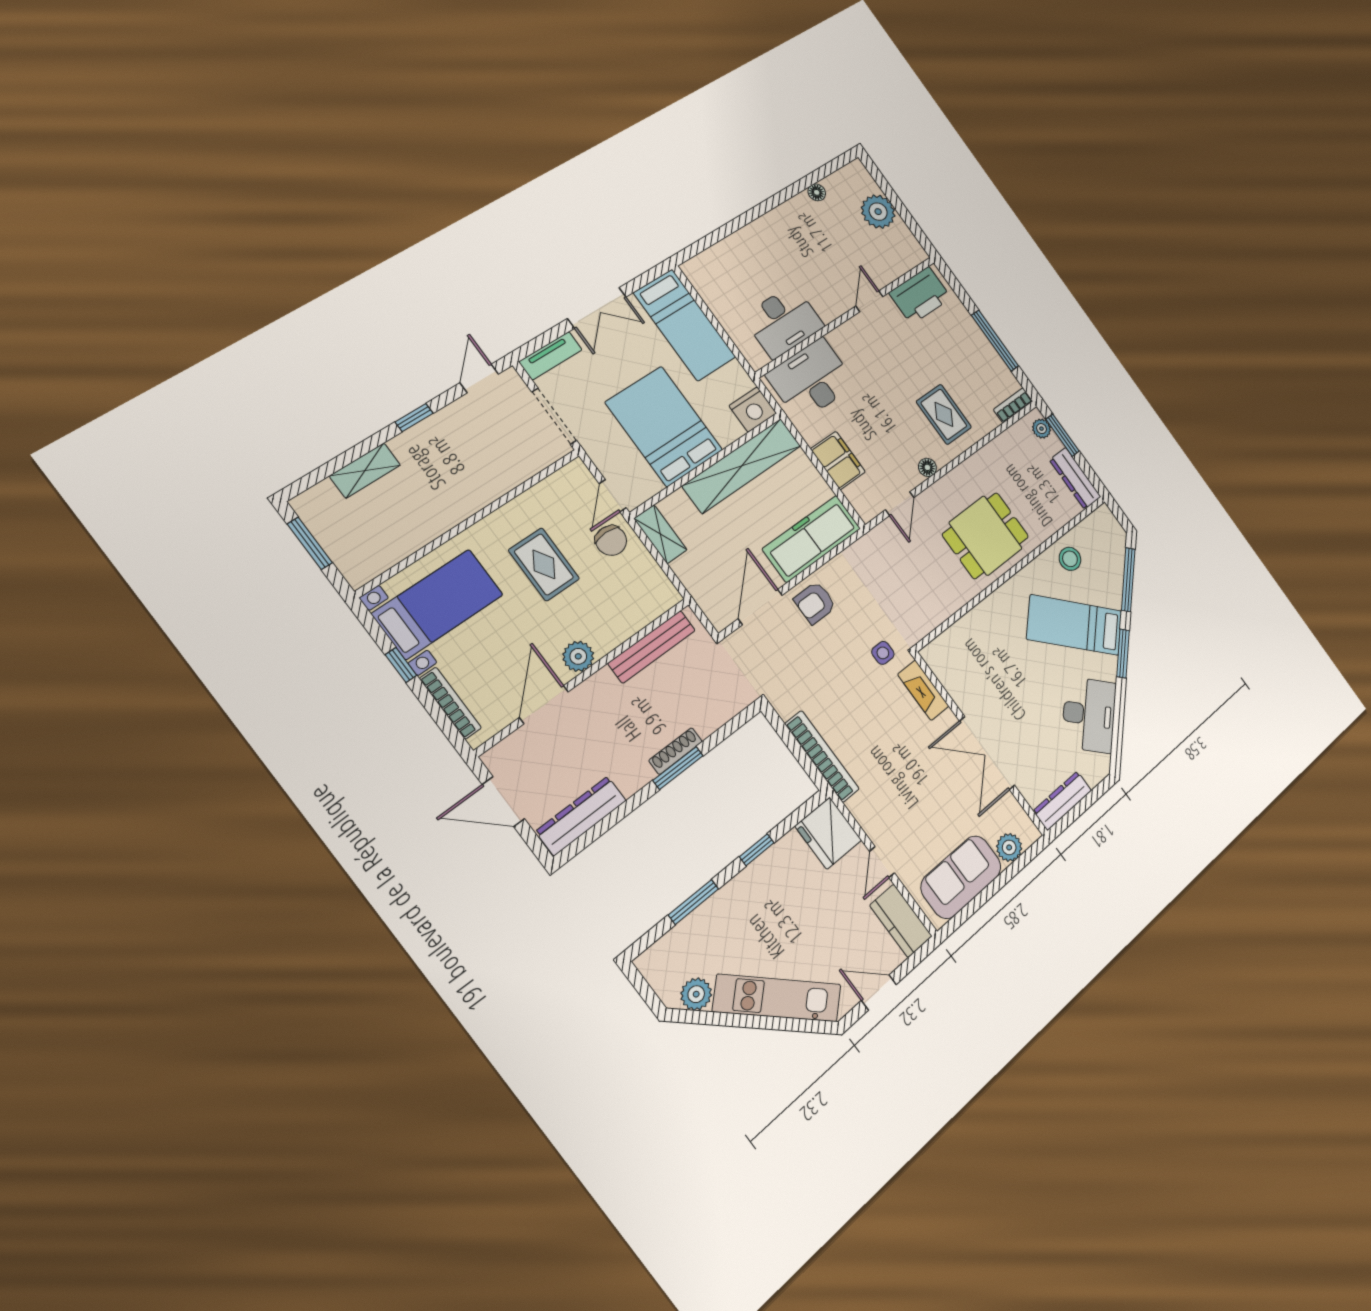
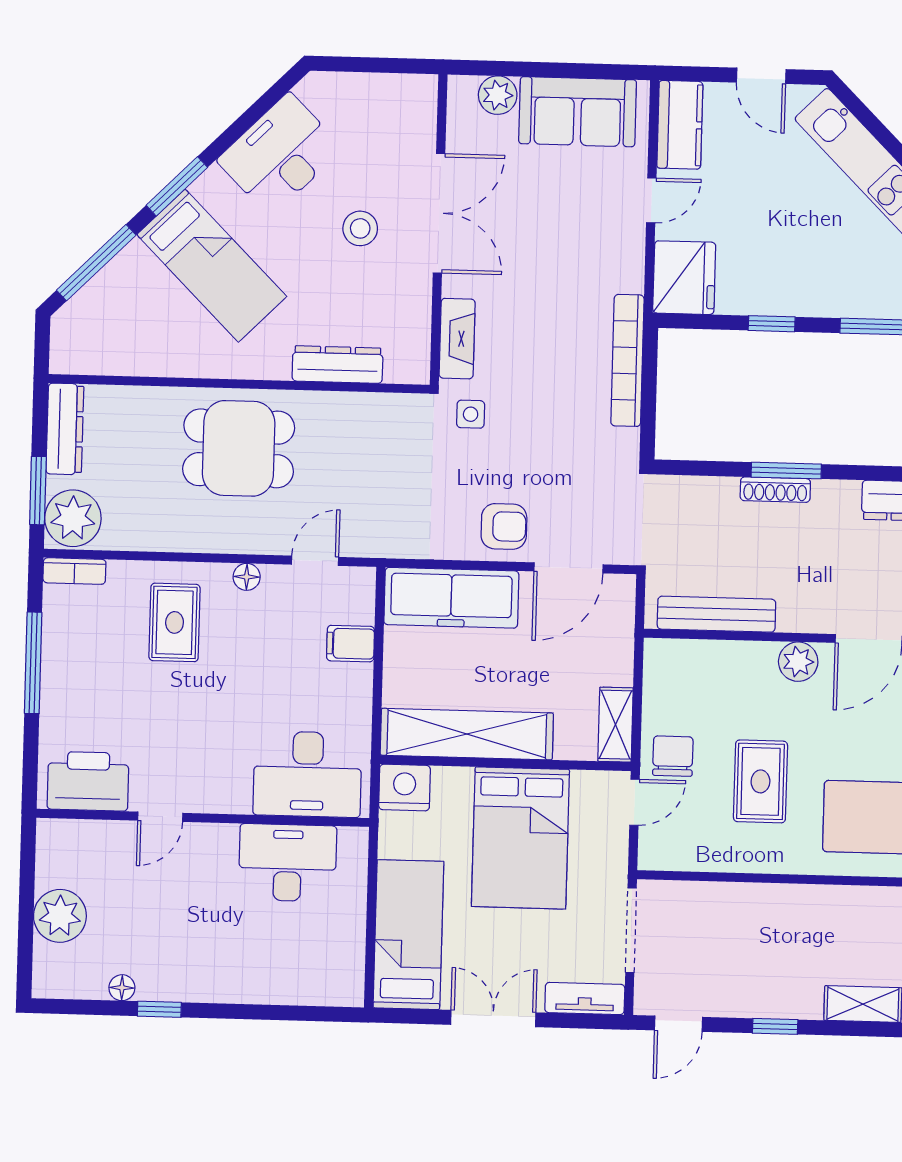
window: (788, 193) -> (159, 1009), added
plant: (1042, 429) -> (73, 518), width x1.88, depth x1.88
filing cabinet: (838, 461) -> (351, 644), width x0.50
stool: (1070, 559) -> (360, 228), moved
dresser: (1062, 801) -> (338, 365), moved, turned 180

